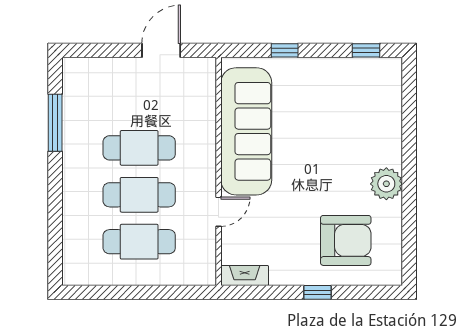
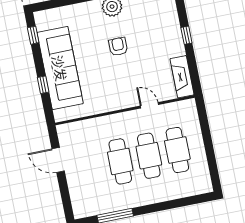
sofa: (246, 131) -> (60, 68), moved, turned 90
armchair: (346, 240) -> (118, 47), moved, width x0.53, depth x0.53
fireplace: (245, 275) -> (182, 77), width x1.37, depth x1.32

